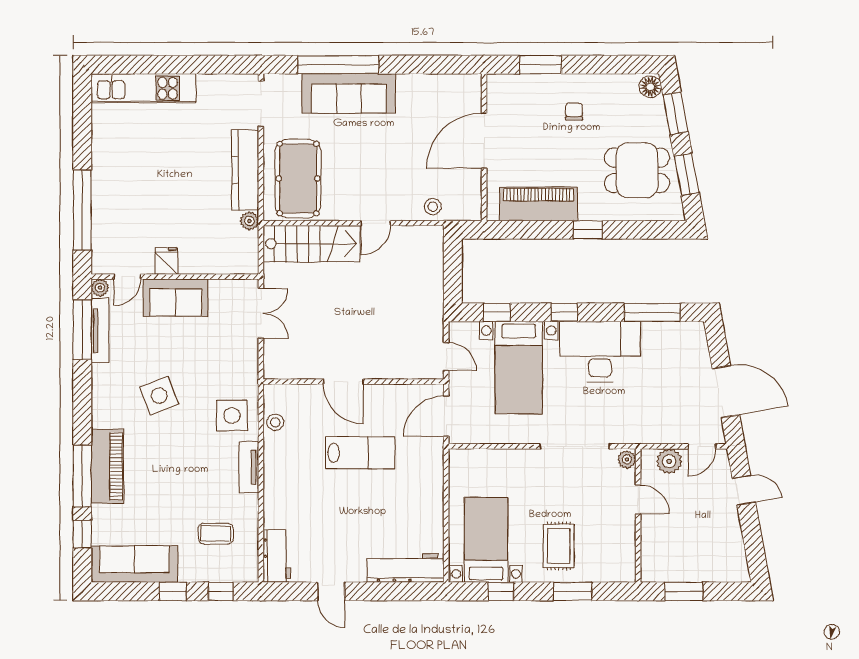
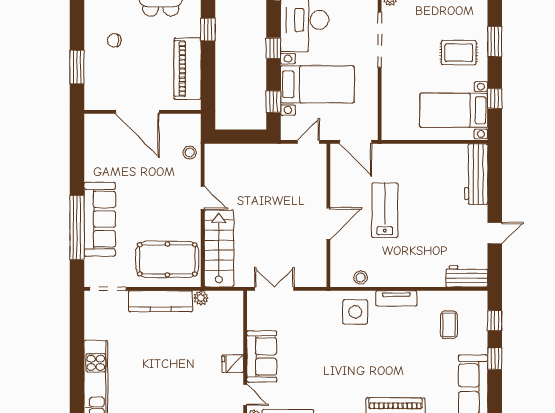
side table: (159, 396) -> (339, 369), removed

